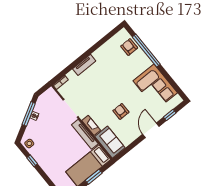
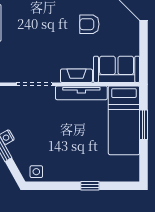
window: (32, 161) -> (90, 186), moved

